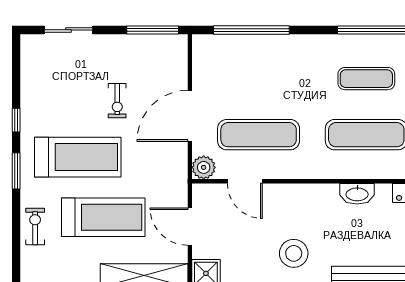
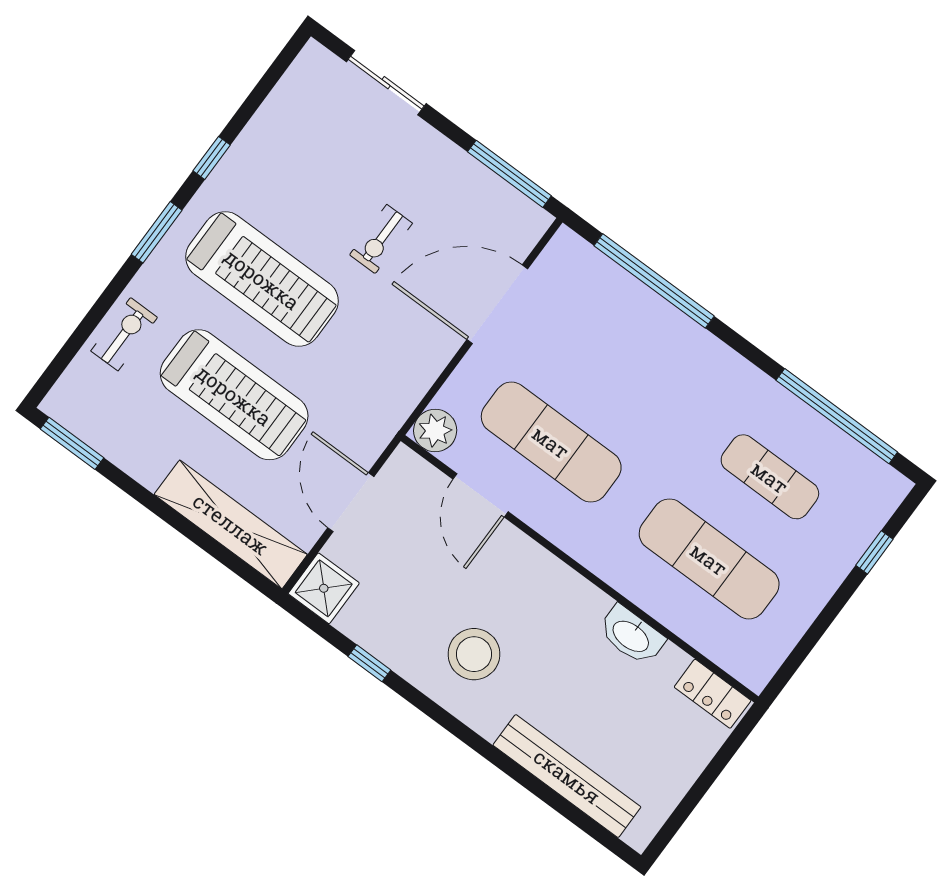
door: (190, 116) -> (497, 304), moved

